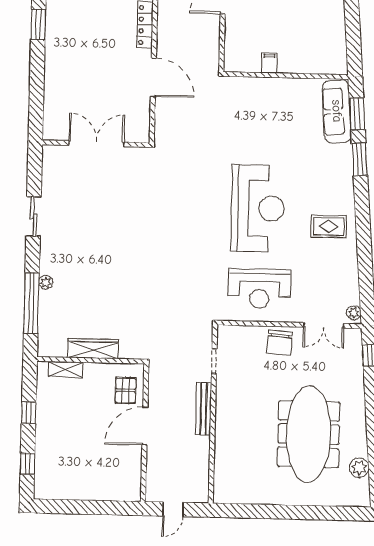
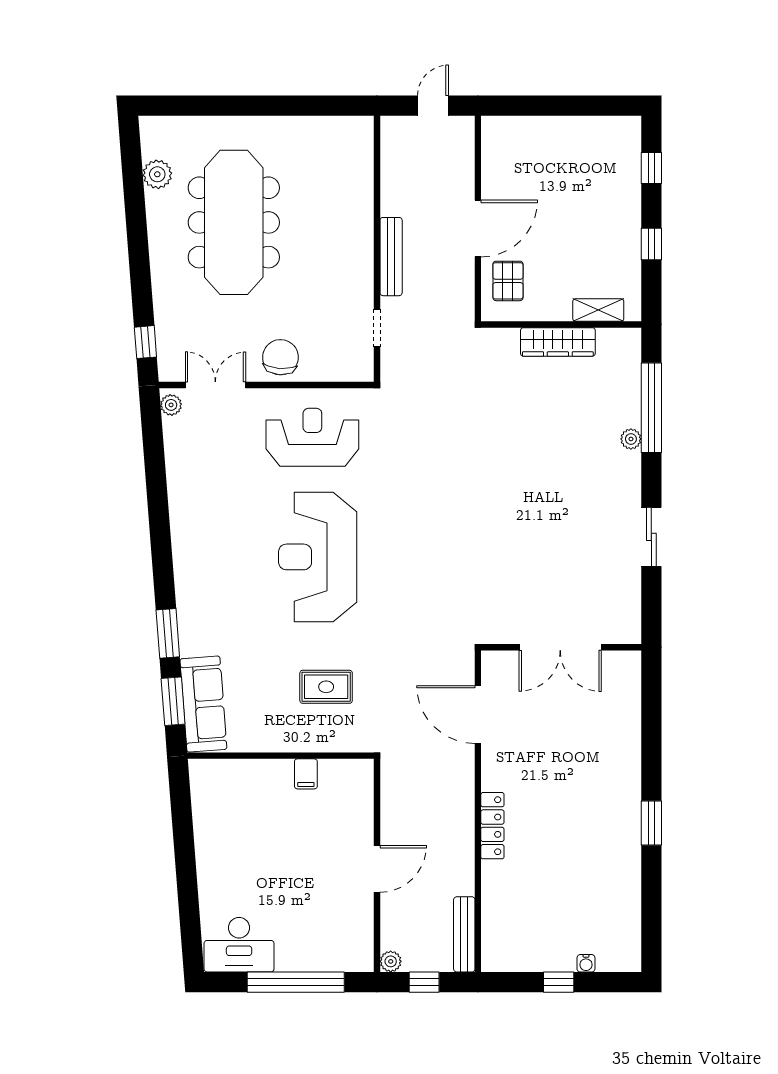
door: (153, 77) -> (478, 715), moved
rug: (329, 226) -> (326, 687), moved

